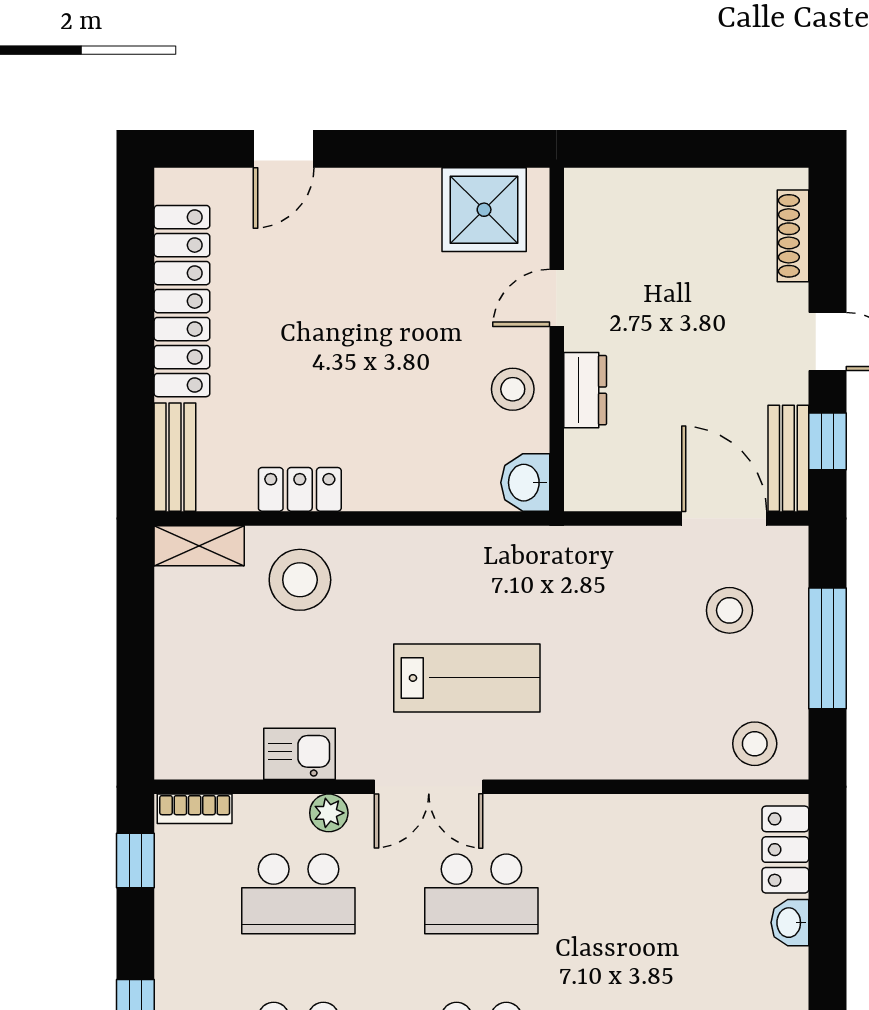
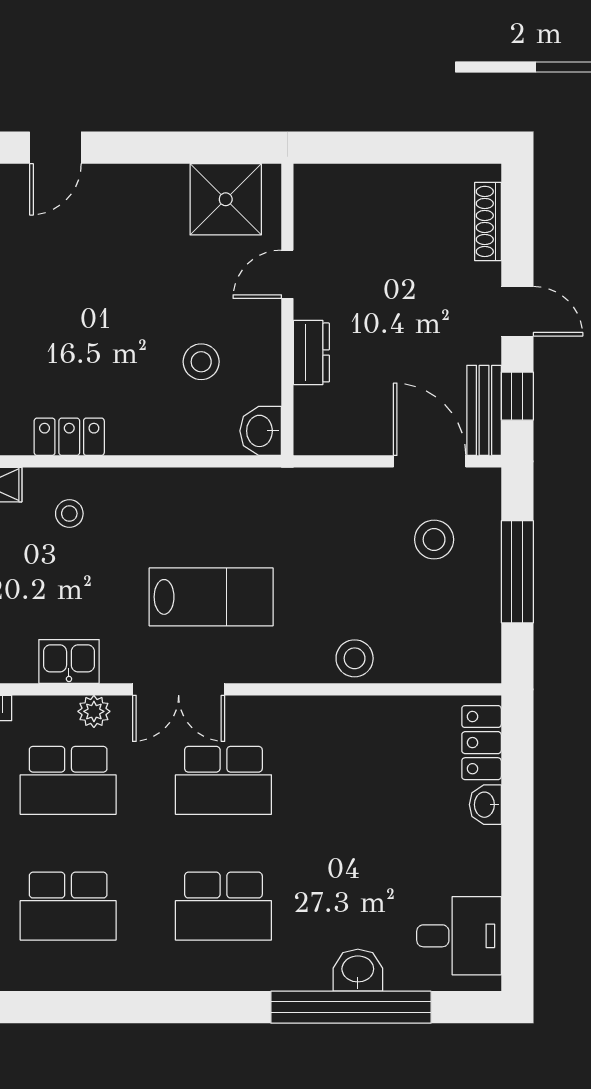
stool: (513, 389) -> (201, 362), moved
stool: (300, 580) -> (69, 514), width x0.53, depth x0.53
stool: (755, 744) -> (355, 658), moved

